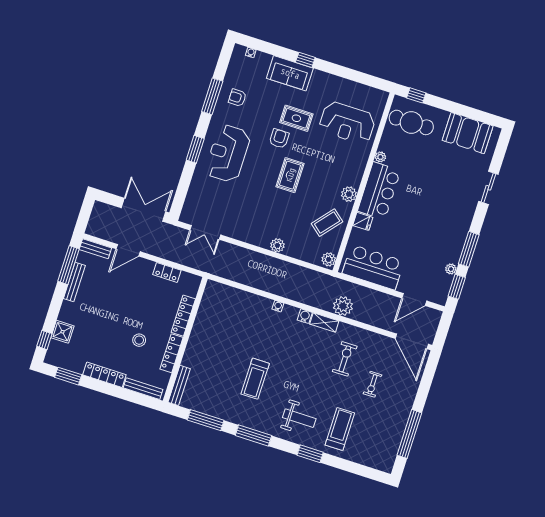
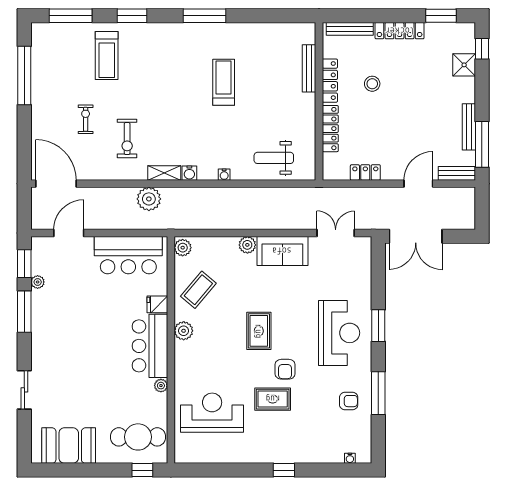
sofa: (290, 73) -> (282, 251), moved, turned 180
bench: (179, 385) -> (309, 68), moved
weight bench: (299, 418) -> (274, 158), moved
window: (206, 420) -> (71, 16), moved

